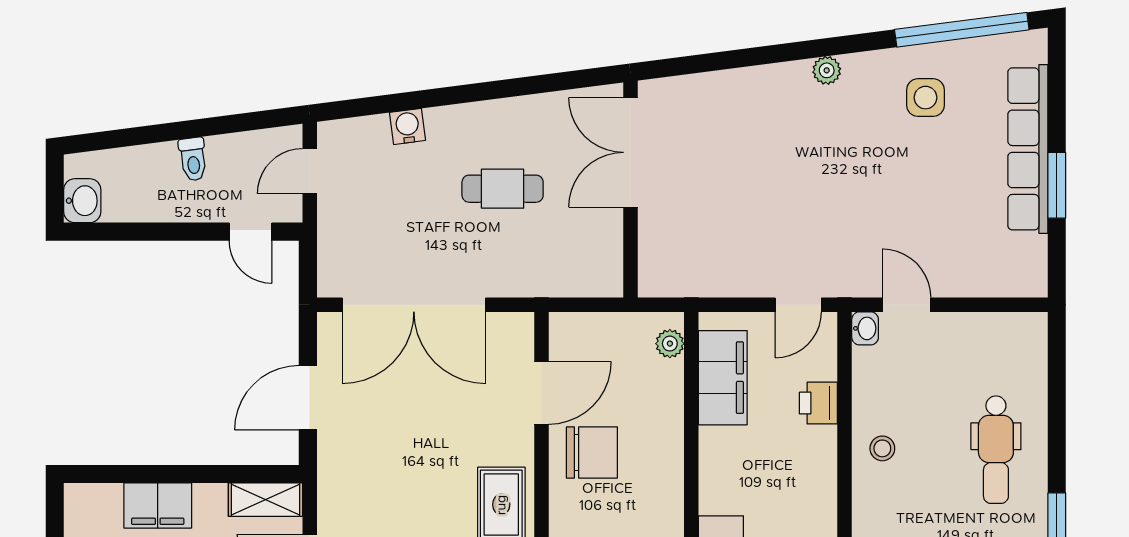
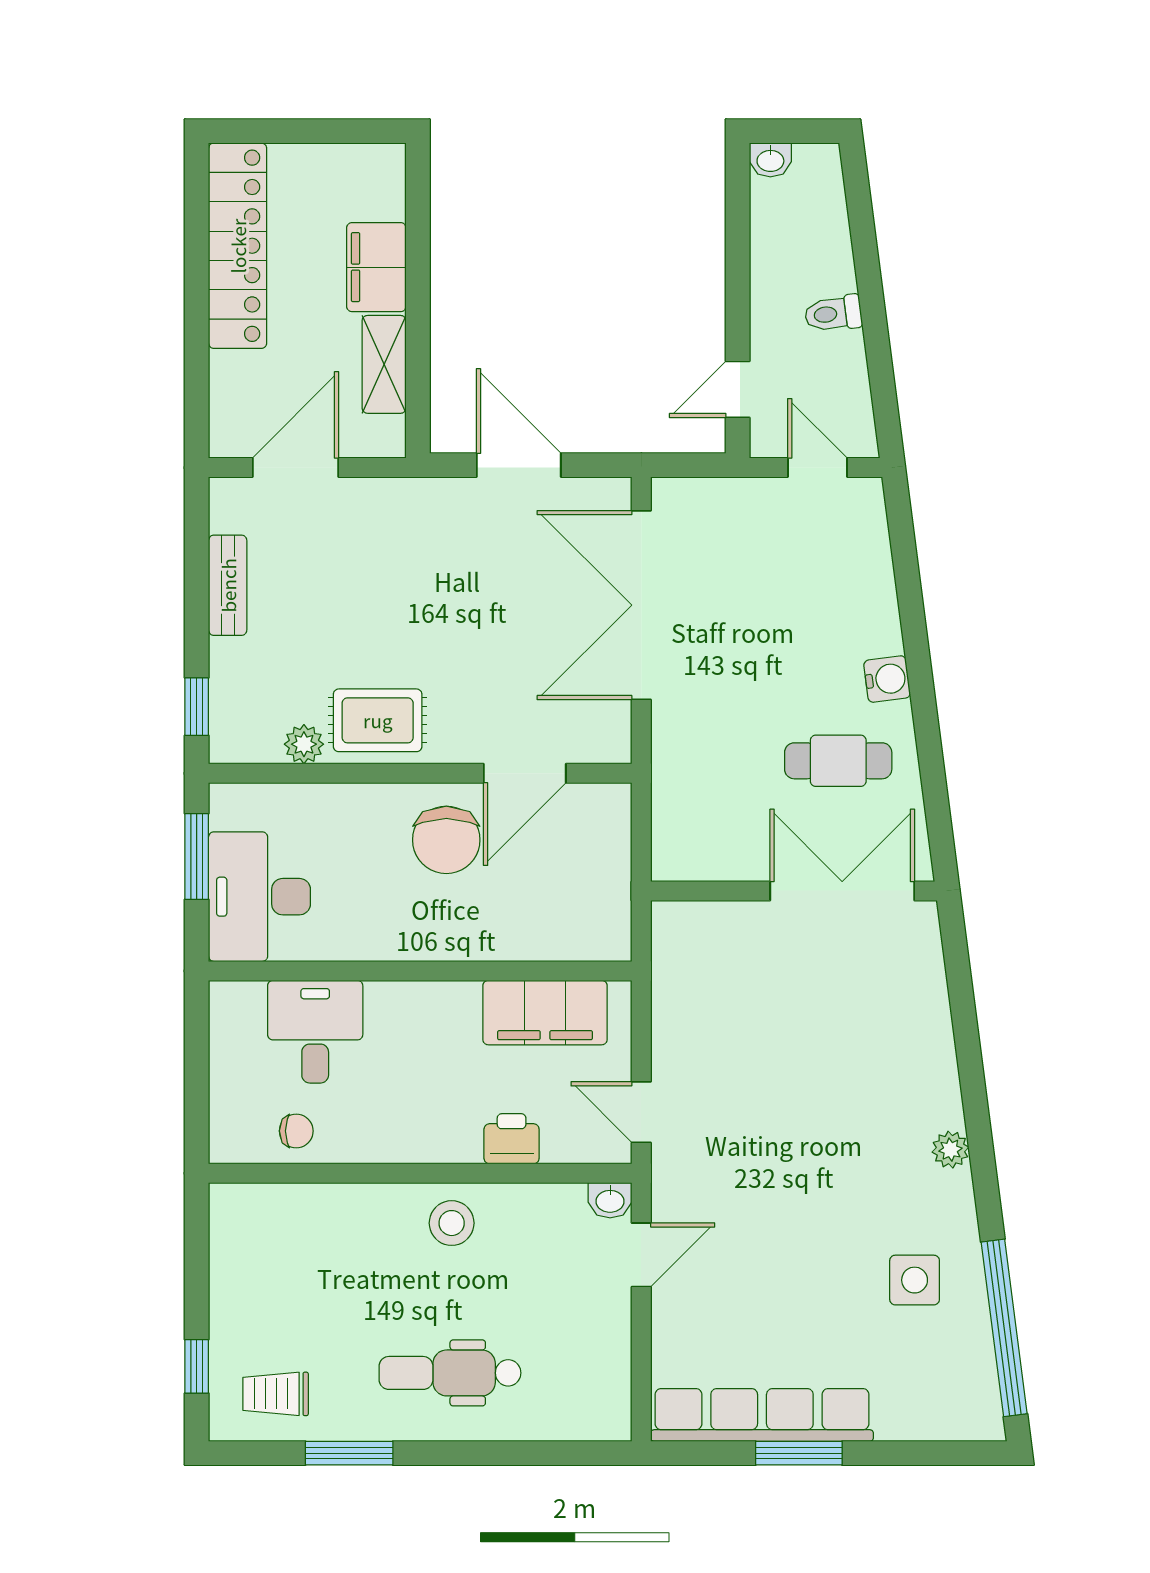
water cooler: (407, 126) -> (887, 679), moved
row of seats: (1028, 149) -> (762, 1415), moved
cafe table: (503, 189) -> (838, 761), moved, turned 90
washbasin: (82, 201) -> (770, 160), width x0.72, depth x0.69
plant: (670, 344) -> (590, 943), removed
door: (541, 393) -> (525, 773), hinge flipped
stool: (882, 448) -> (452, 1223), width x1.37, depth x1.37
shelving: (265, 500) -> (384, 364), moved

